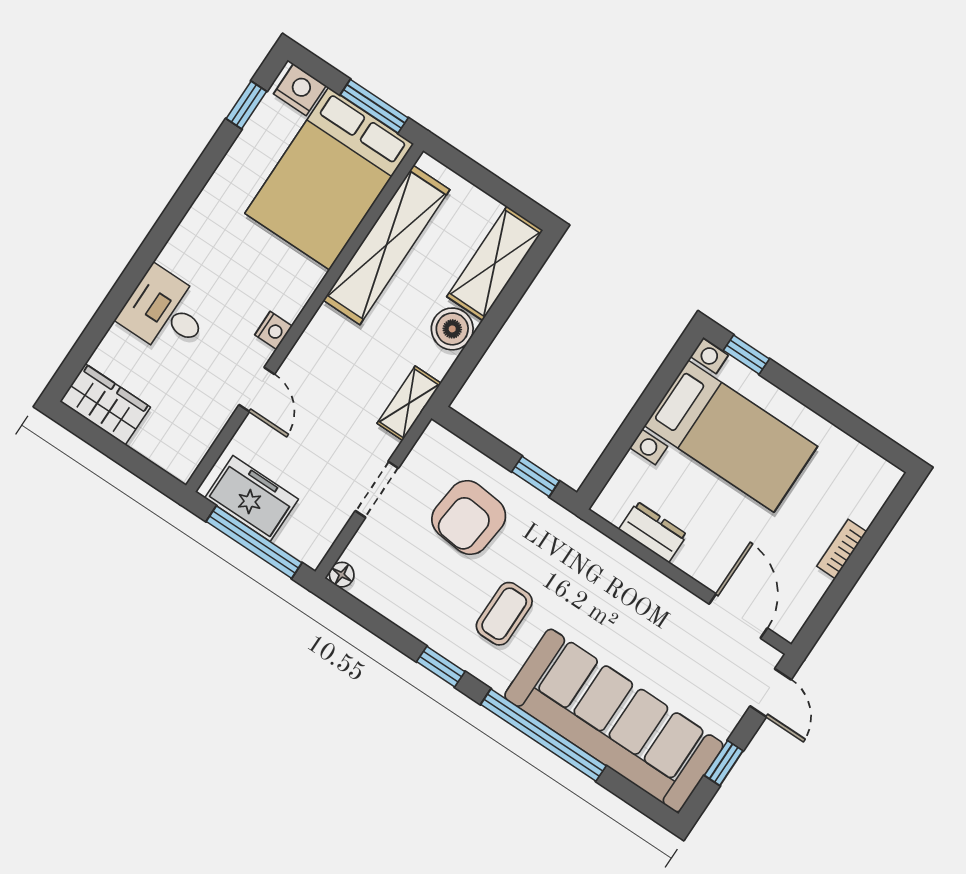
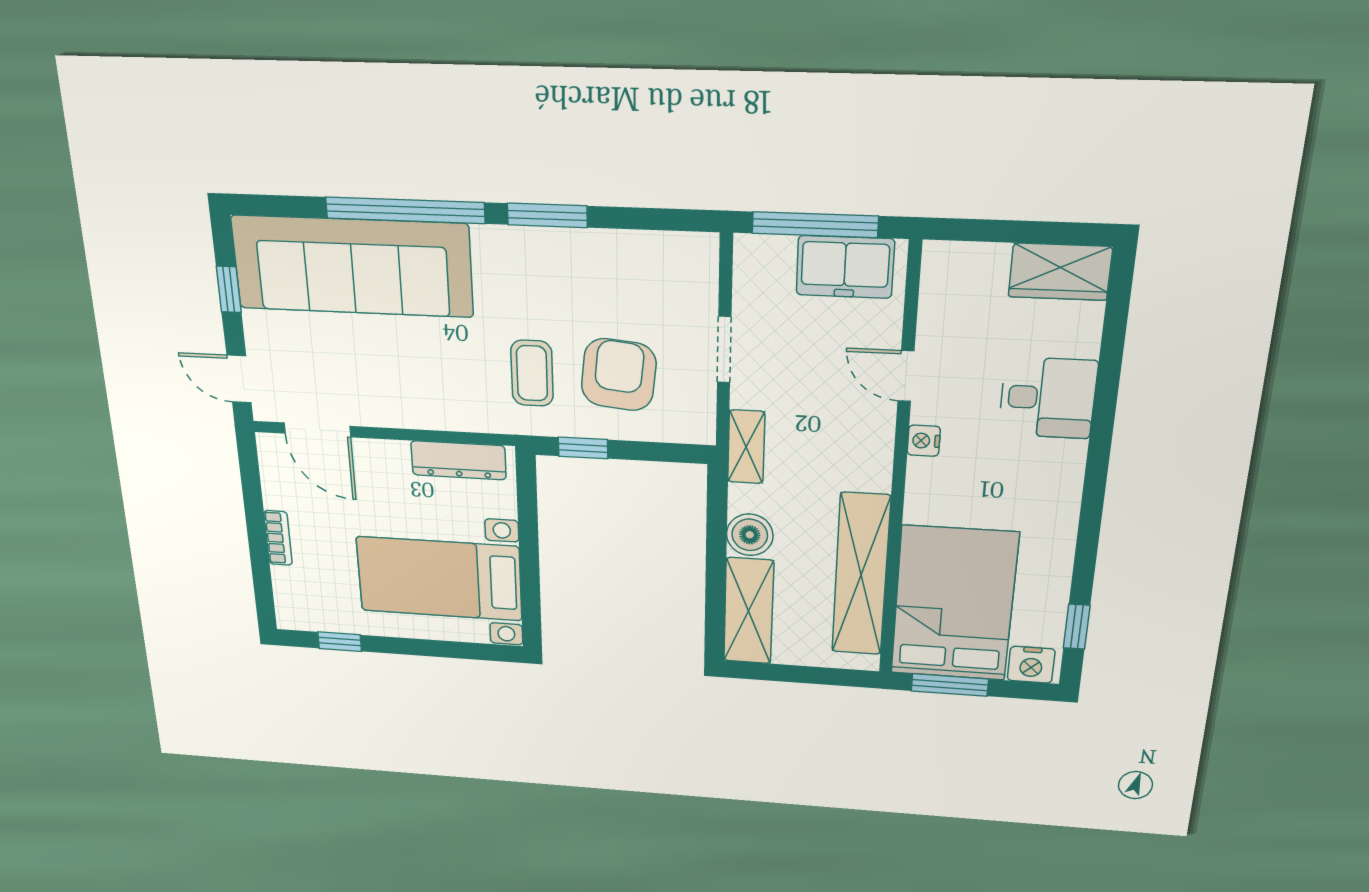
window: (746, 355) -> (340, 642), moved
dresser: (653, 532) -> (458, 460), width x1.44
floor lamp: (342, 575) -> (705, 246), removed
coffee table: (504, 614) -> (532, 373), moved
window: (441, 667) -> (547, 215), width x1.50

